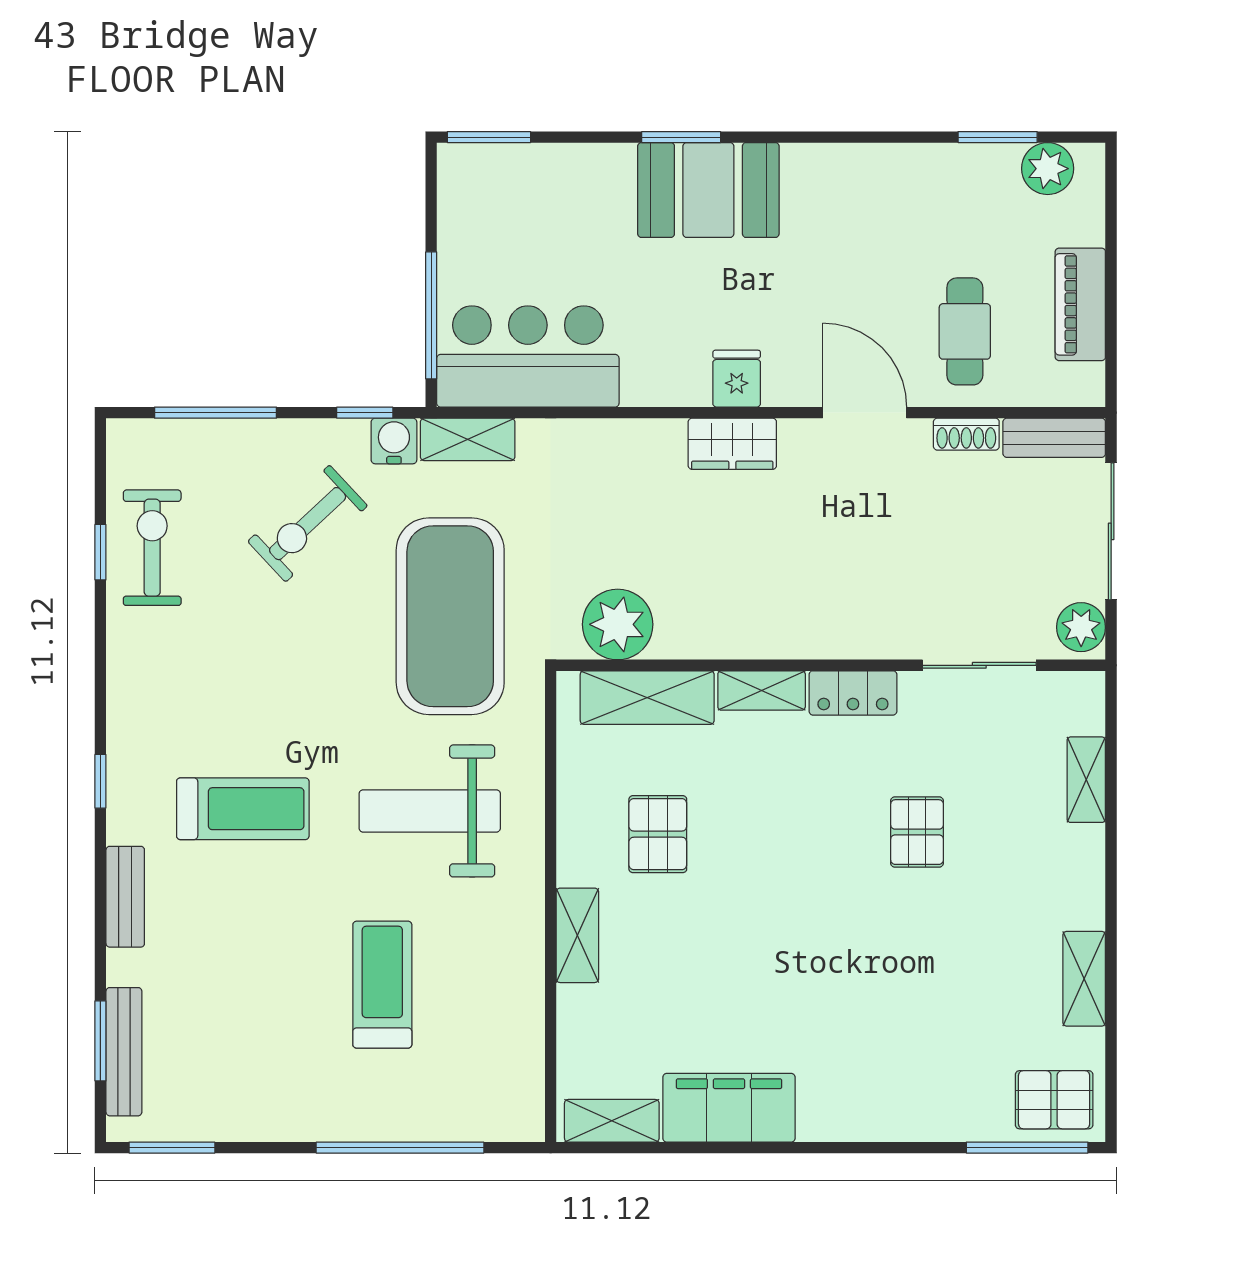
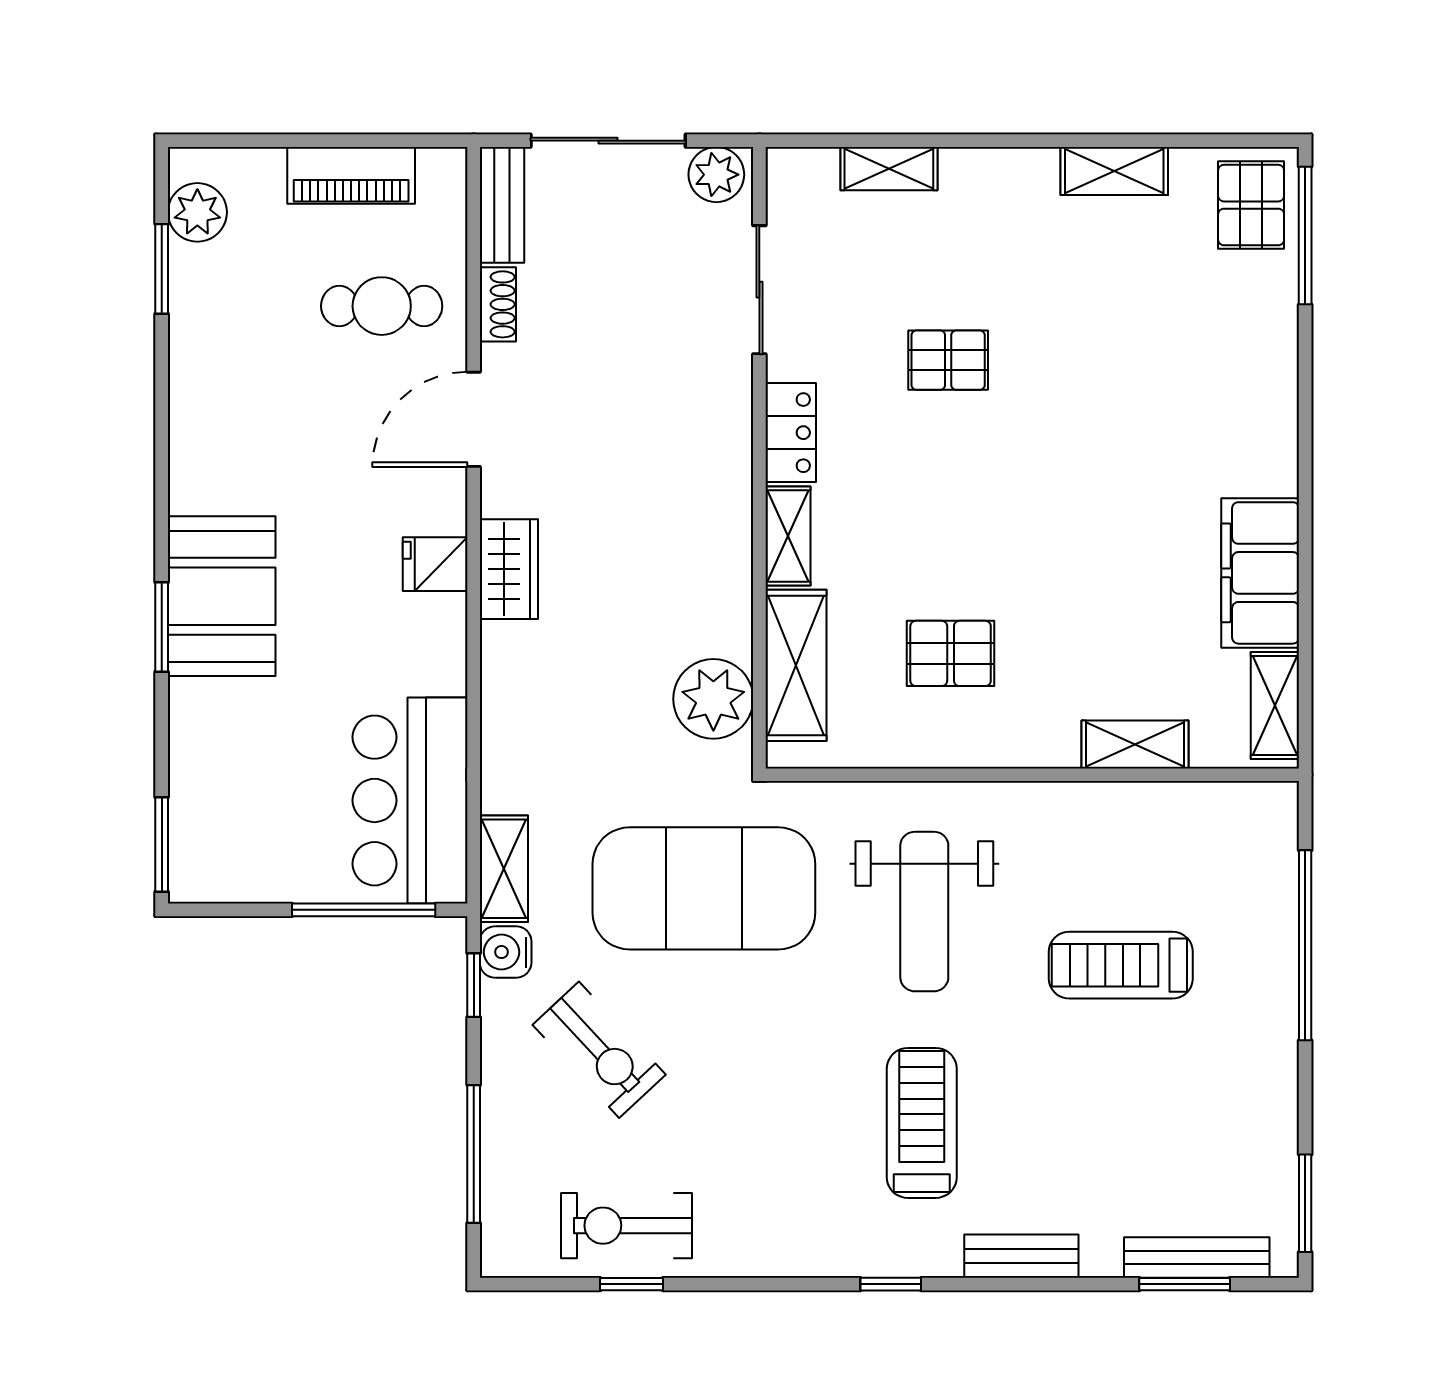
shelving: (577, 935) -> (1135, 744), moved

